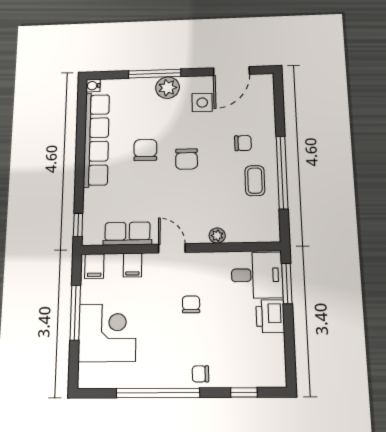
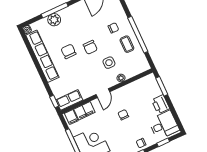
plant: (168, 88) -> (54, 20), moved
side table: (202, 103) -> (109, 63), moved
row of seats: (127, 234) -> (69, 100), moved
door: (172, 248) -> (103, 93), swing flipped
filing cabinet: (132, 265) -> (84, 111), width x2.00
desk: (257, 275) -> (164, 125), moved

